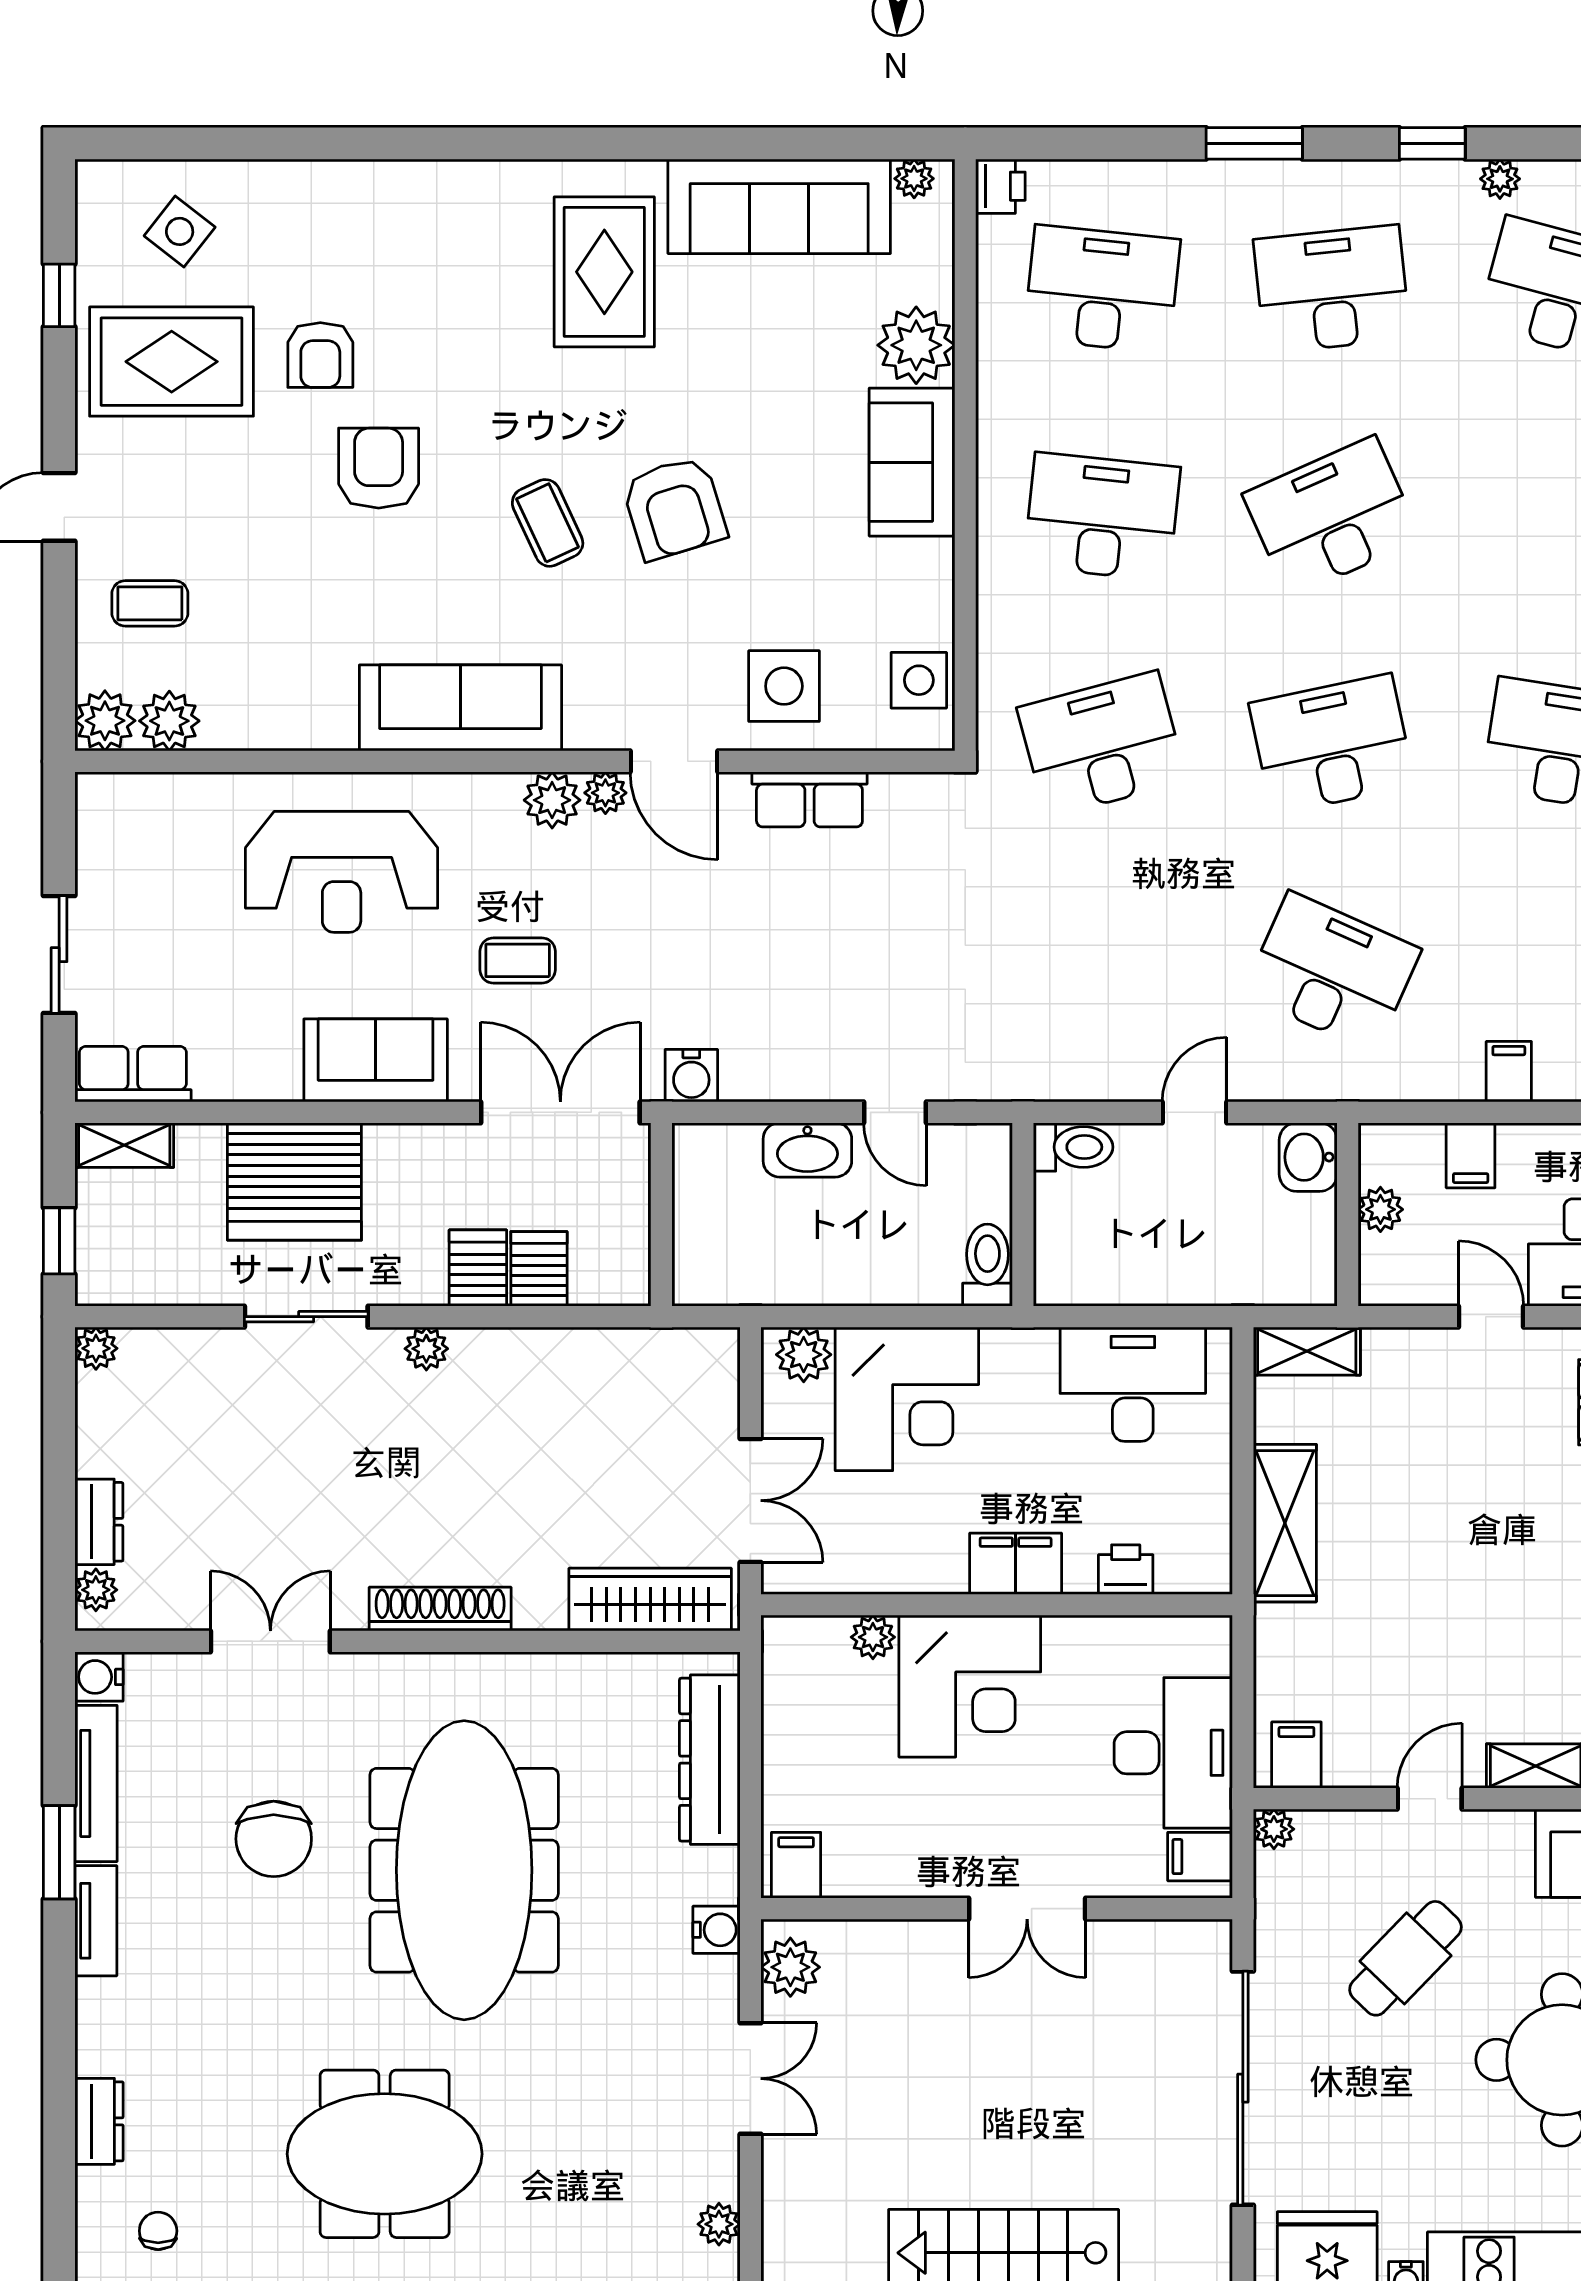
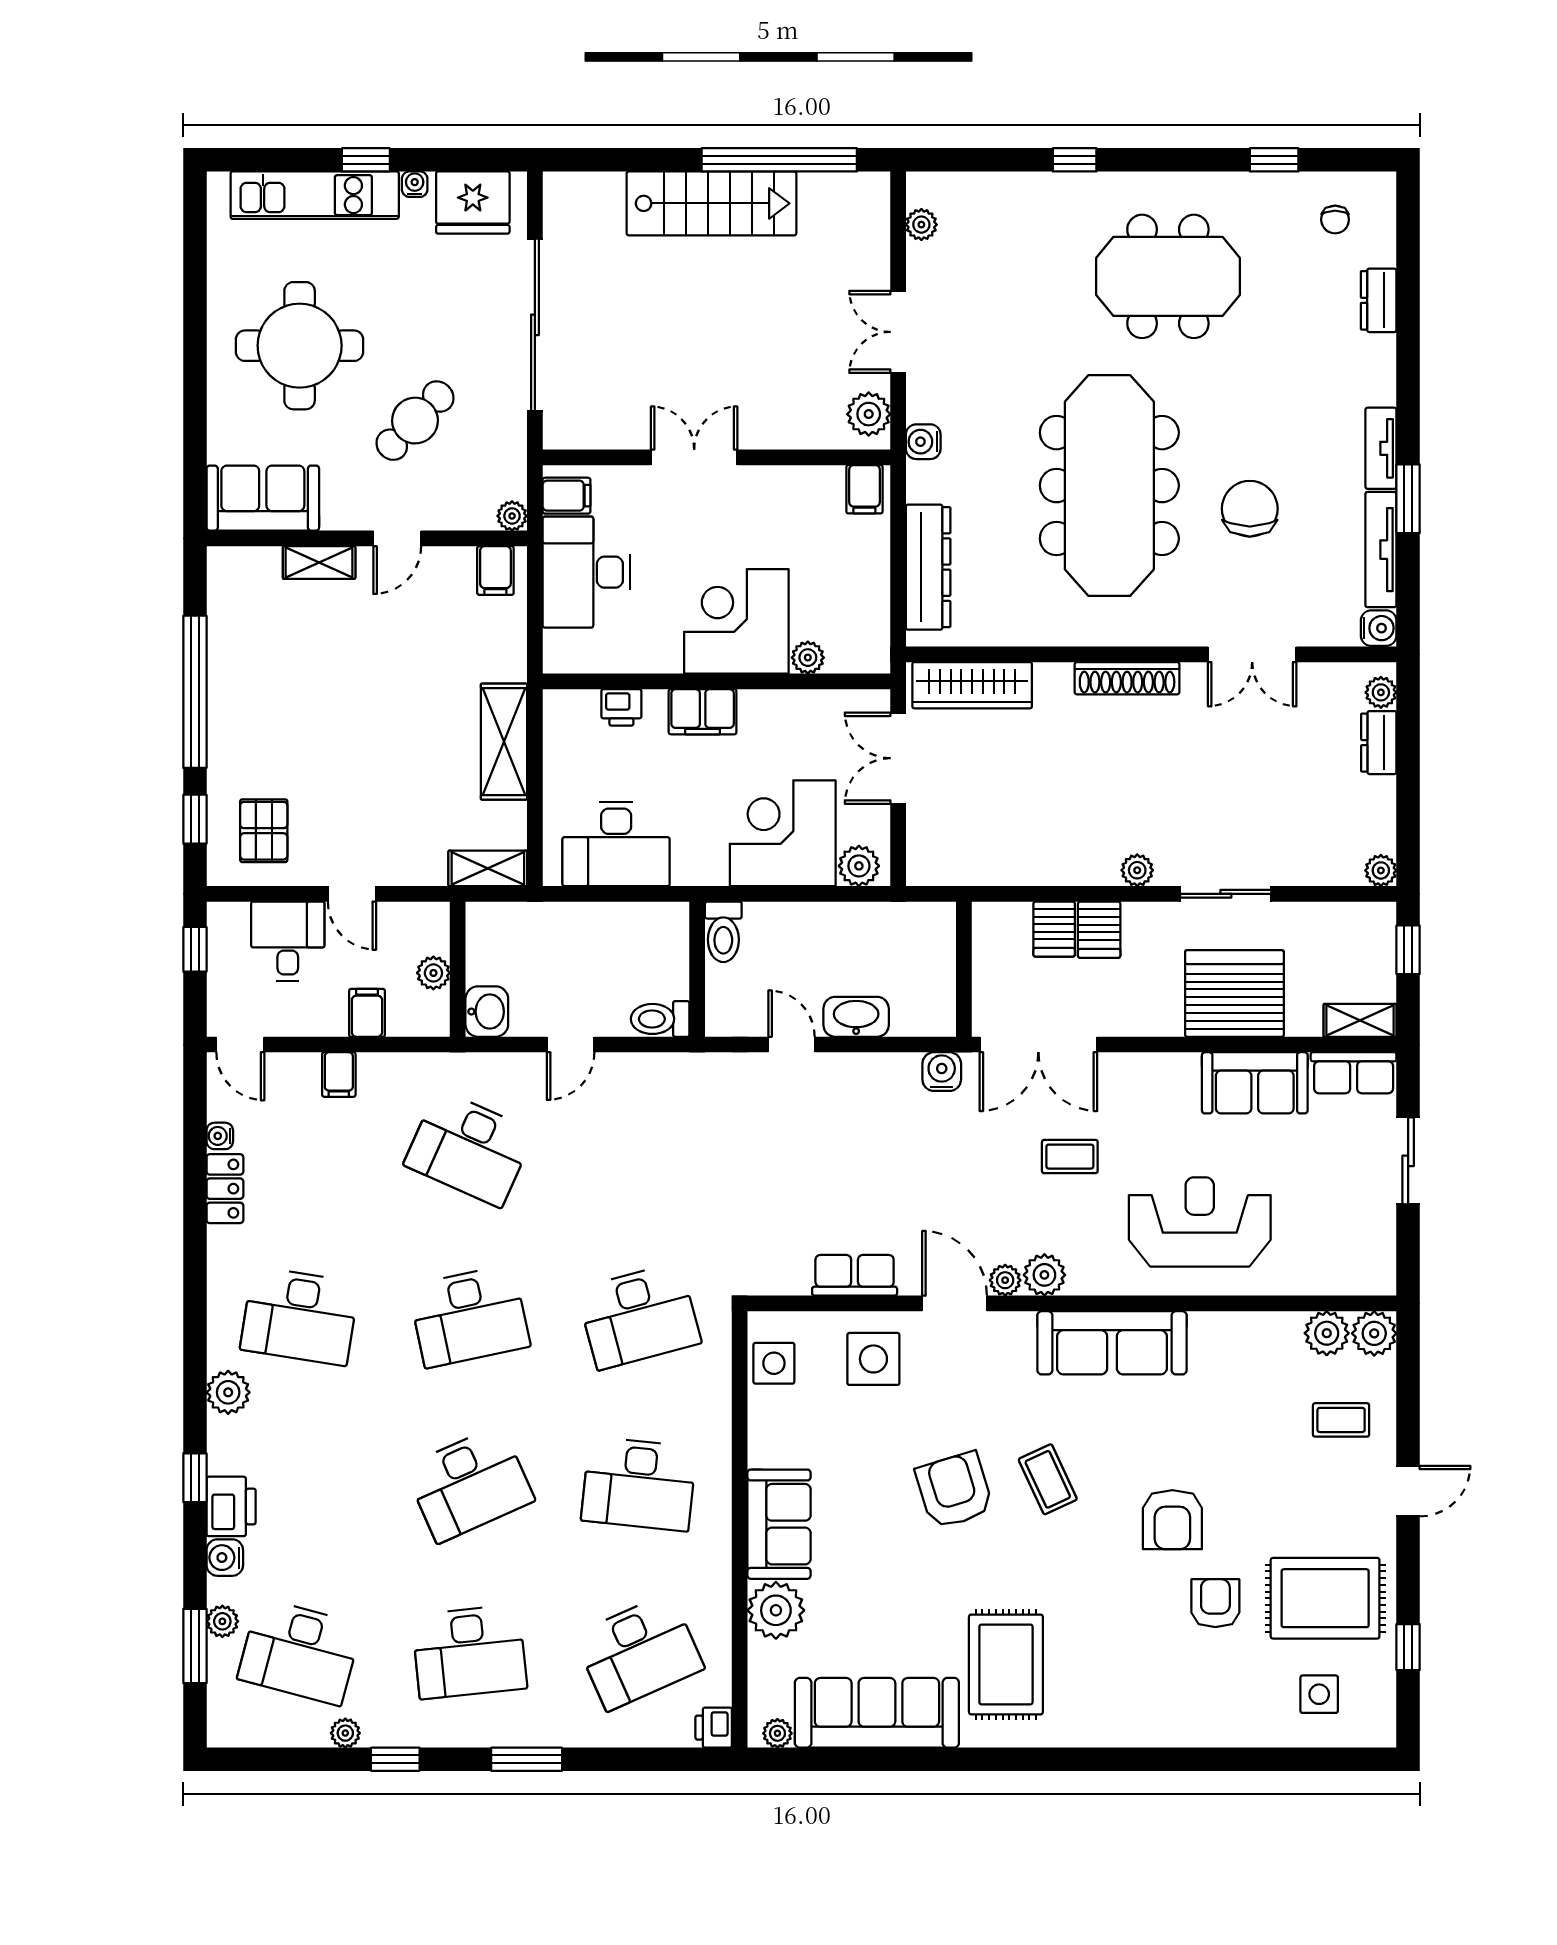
side table: (180, 231) -> (1319, 1694), turned -38
desk: (1102, 289) -> (639, 1652), turned -30
sofa: (376, 1060) -> (1255, 1083), moved

